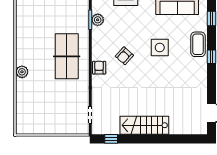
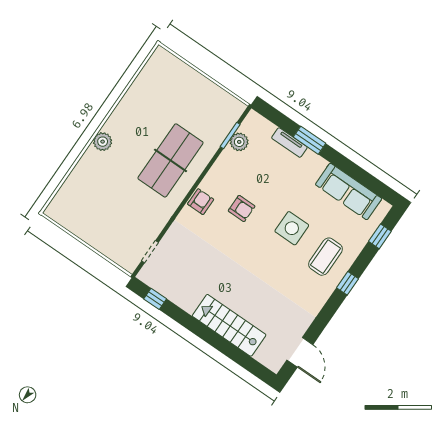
coffee table: (198, 44) -> (325, 257), moved
armchair: (124, 56) -> (242, 208), turned -132
stairs: (144, 125) -> (229, 325), moved

